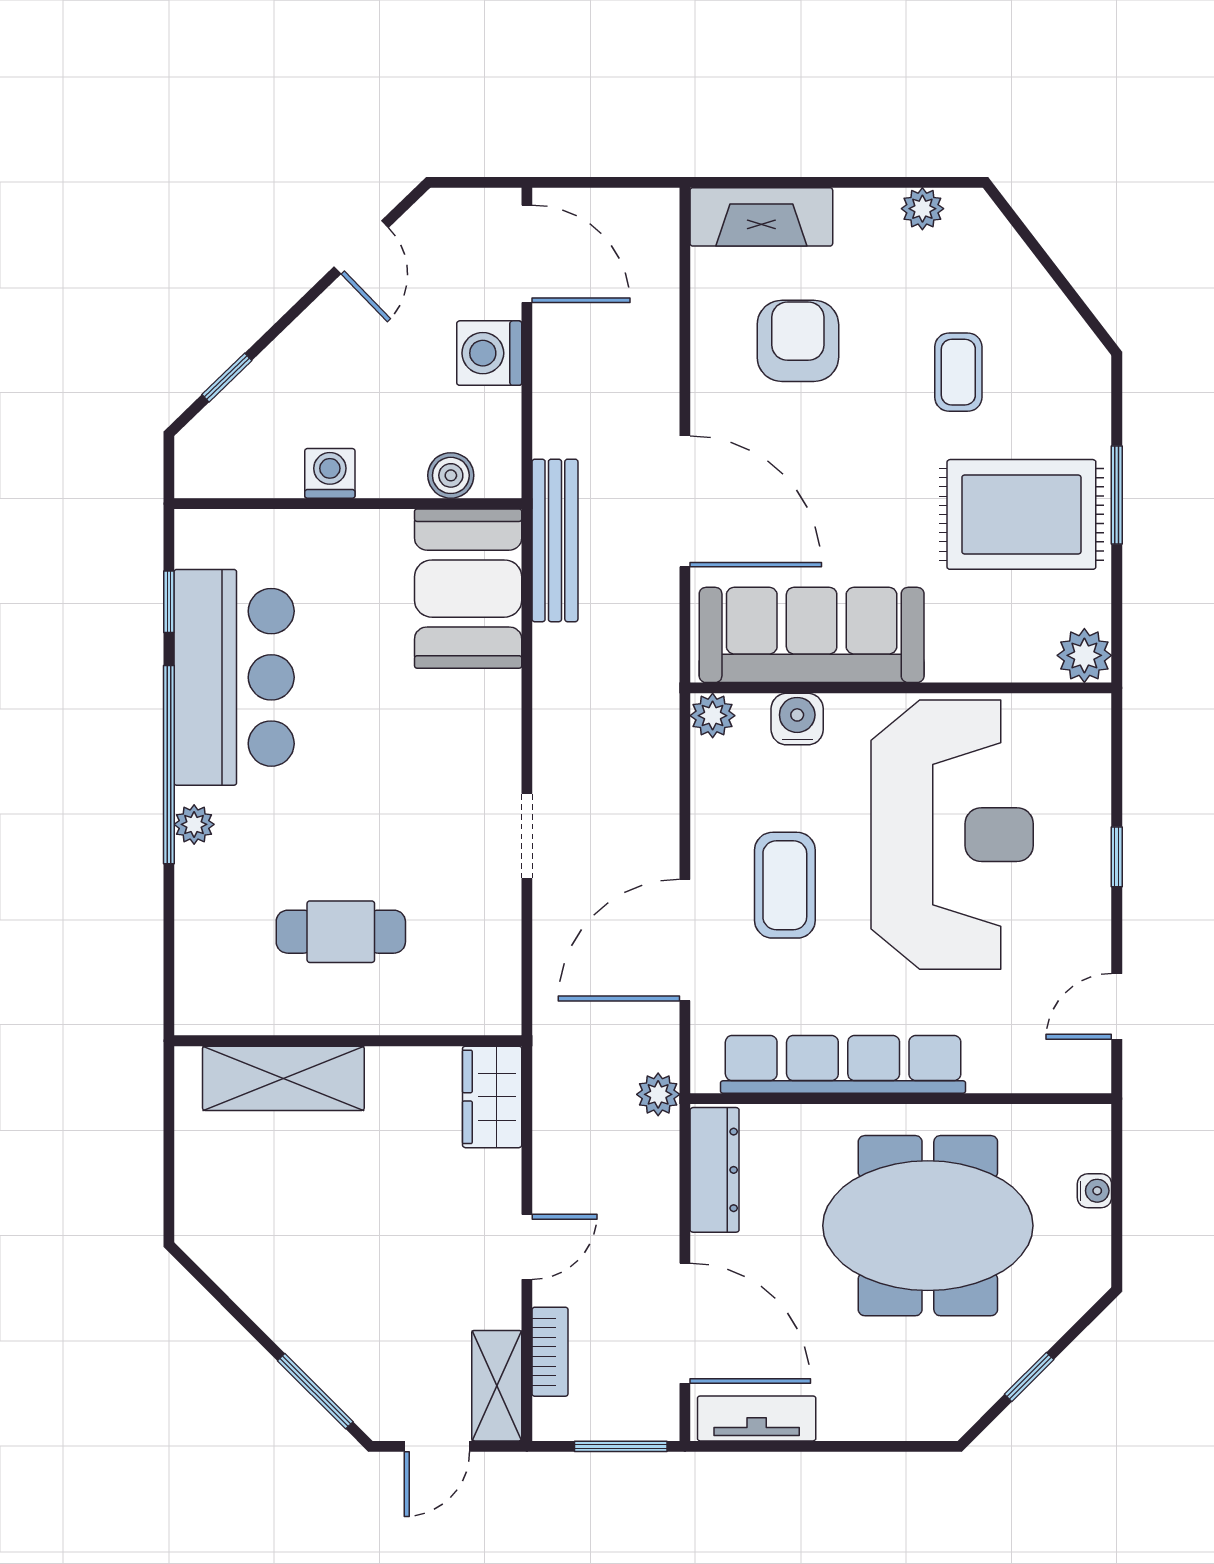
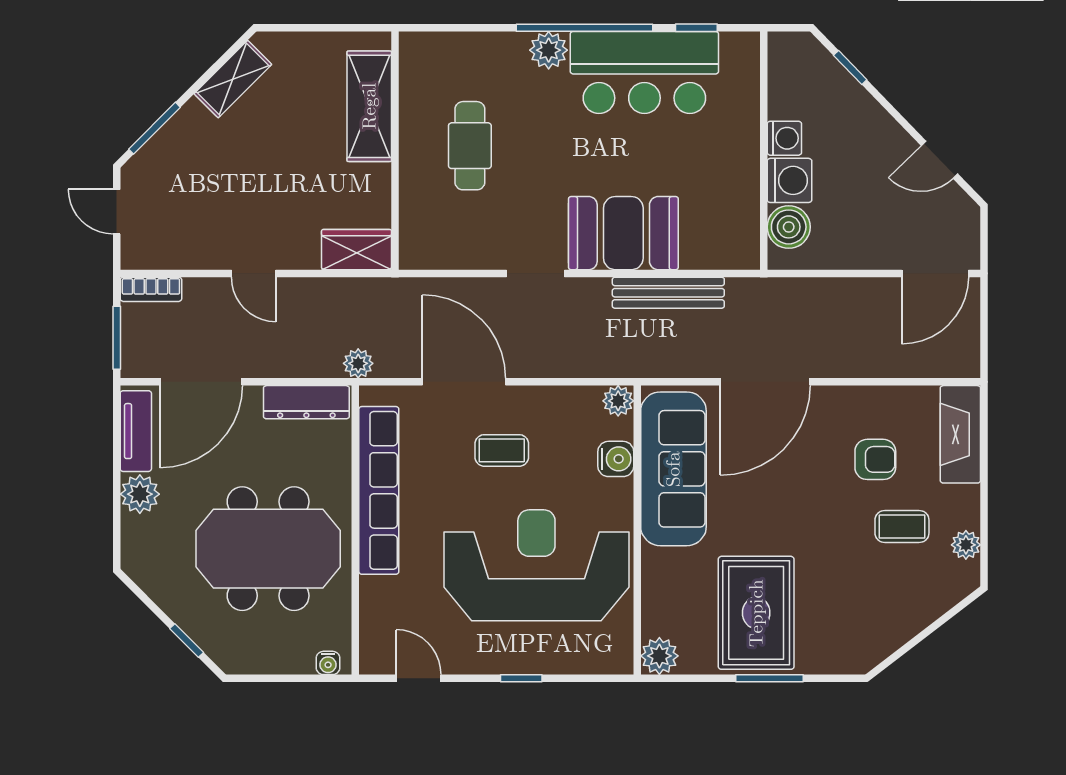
armchair: (798, 341) -> (875, 459), width x0.72, depth x0.72
washing machine: (489, 353) -> (789, 180), moved, turned 90
coffee table: (958, 372) -> (902, 526), moved
boiler: (451, 475) -> (789, 227), width x1.36, depth x1.36
bench: (555, 540) -> (668, 293), moved
booth: (468, 589) -> (623, 233), moved
plant: (194, 824) -> (549, 50), width x1.38, depth x1.38
reception desk: (952, 835) -> (536, 565), turned 180
coffee table: (785, 885) -> (502, 450), width x0.73, depth x0.77
water cooler: (1094, 1191) -> (328, 663), moved
meeting table: (928, 1226) -> (268, 549), turned 90
bookcase: (550, 1352) -> (151, 289), moved
window: (1029, 1377) -> (187, 640), moved
shelving: (497, 1386) -> (233, 79), moved, turned -45
plant: (848, 1413) -> (140, 494), added

